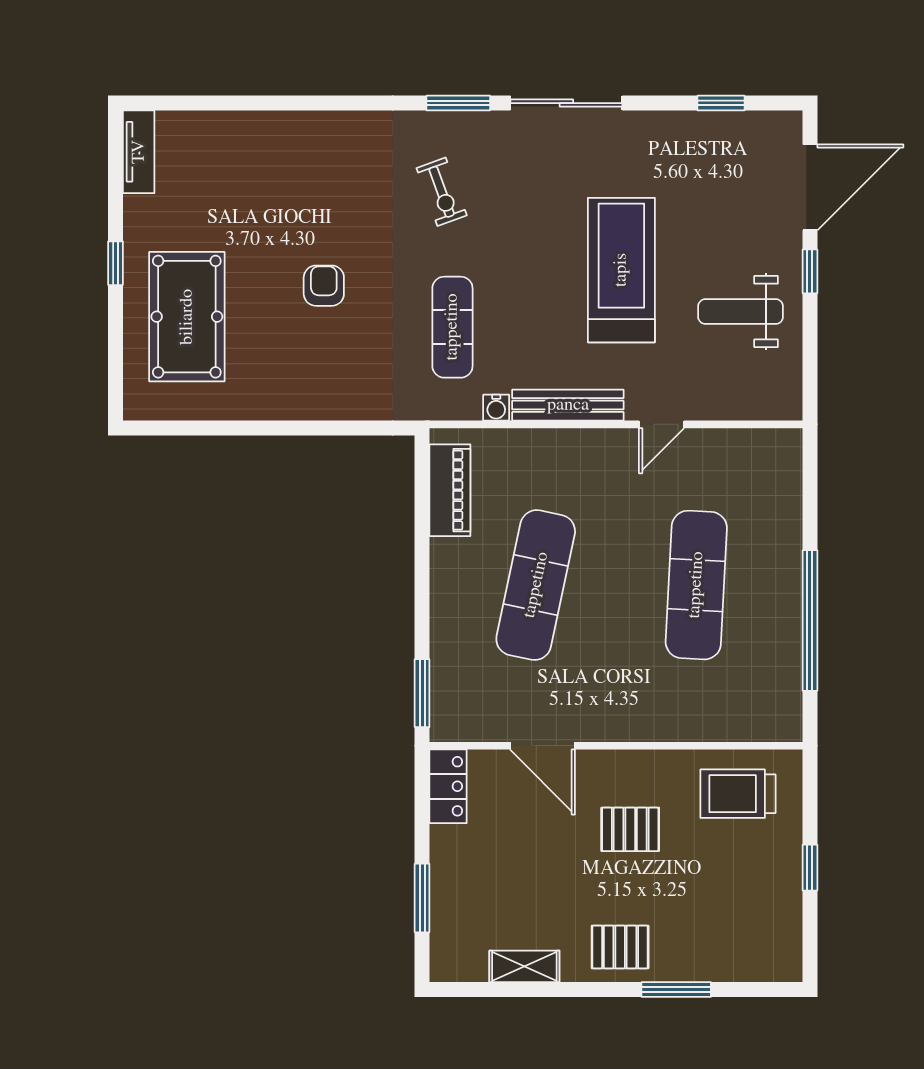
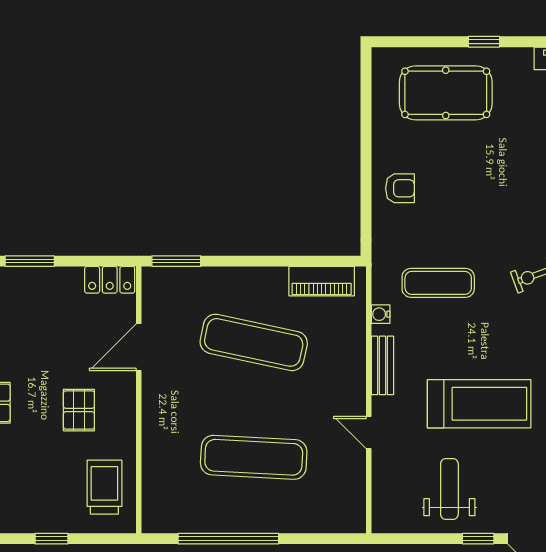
armchair: (324, 286) -> (400, 188), moved
bench: (568, 405) -> (382, 365), width x0.73

